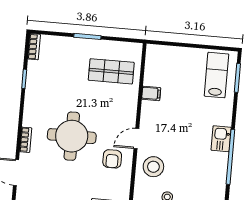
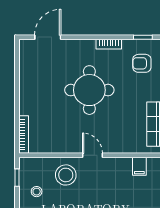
bookcase: (26, 140) -> (109, 44), moved
armchair: (112, 159) -> (142, 63), moved

